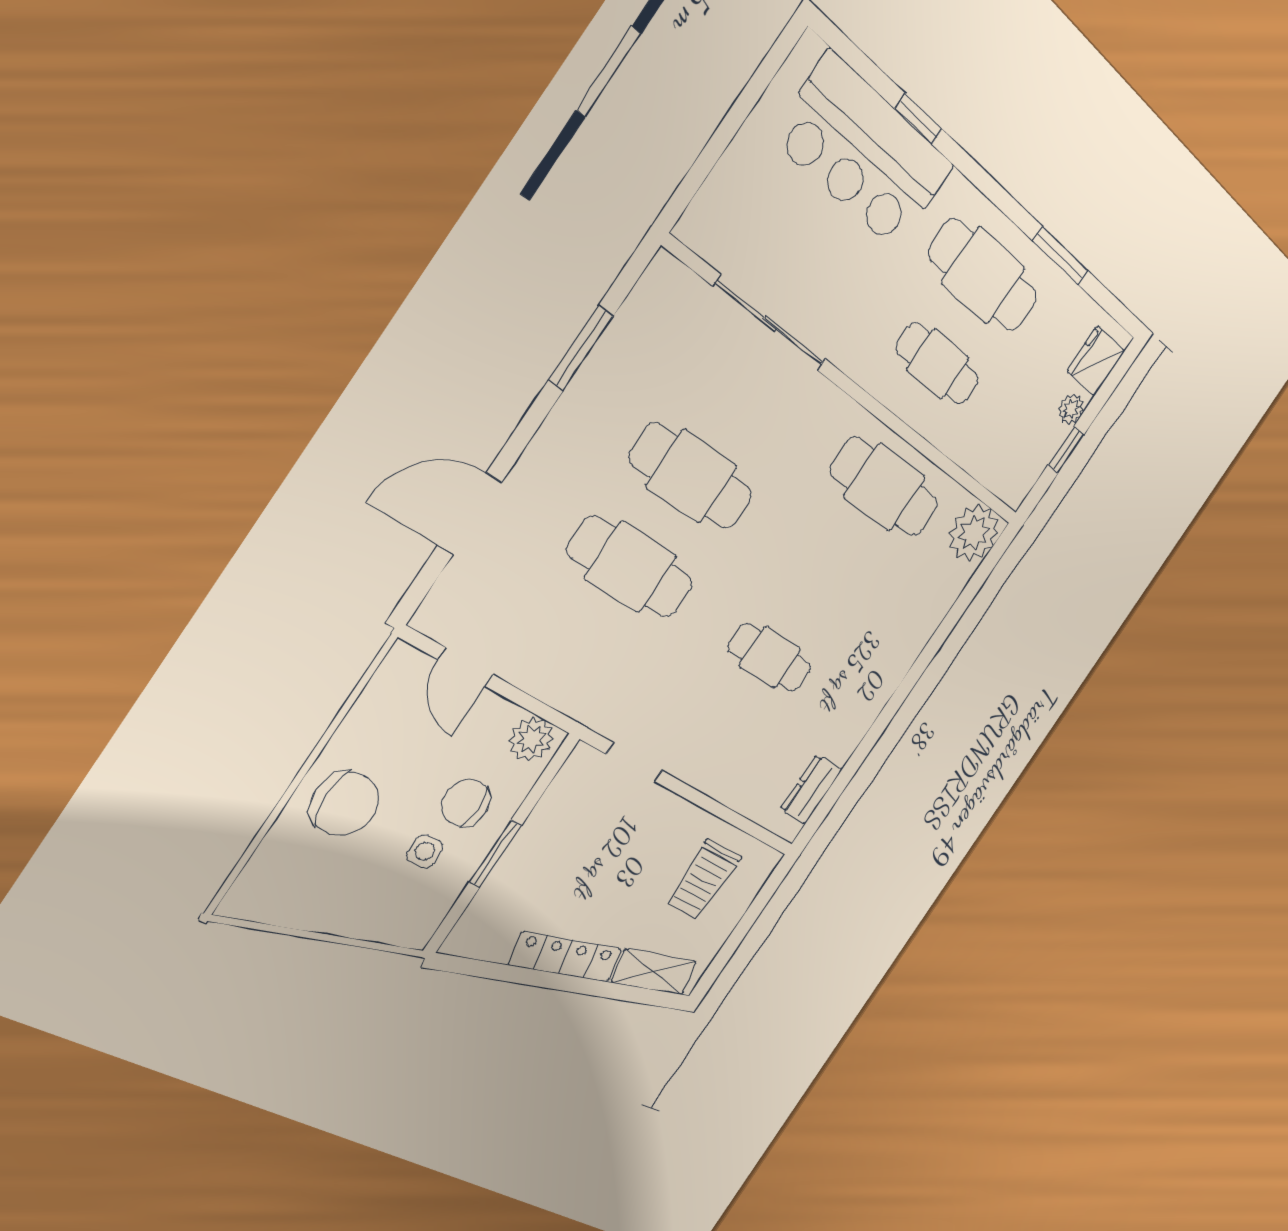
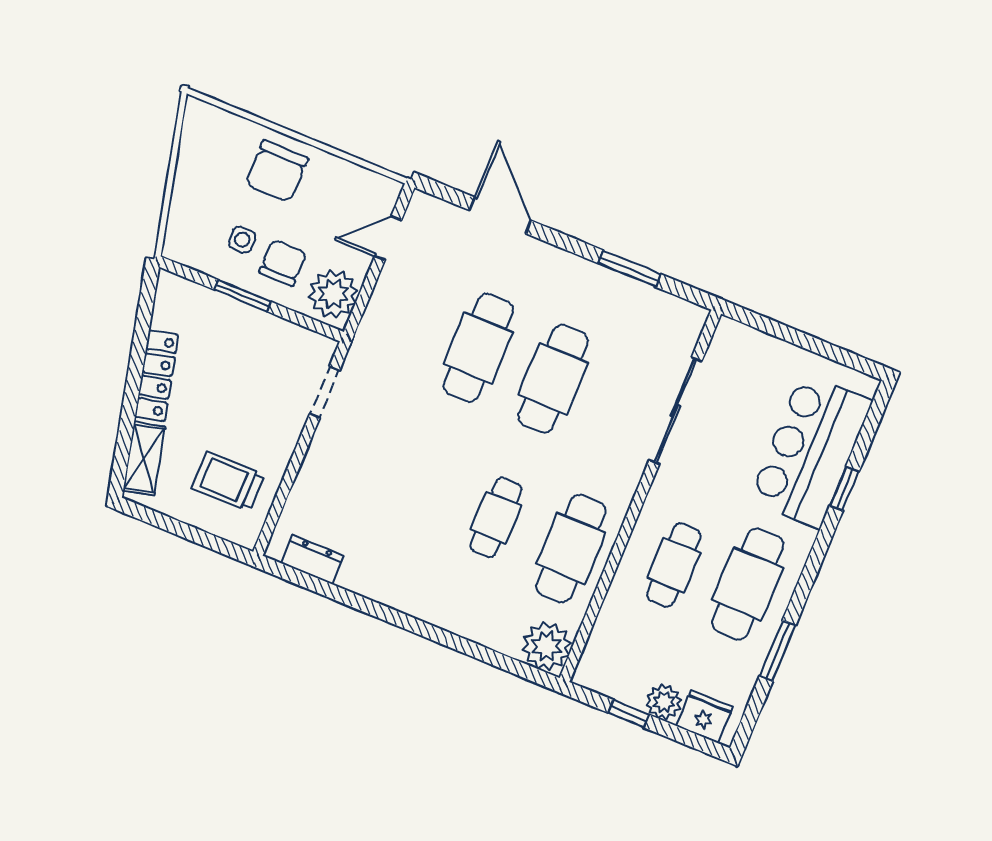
plant: (1071, 409) -> (664, 702), width x1.38, depth x1.38
cafe table: (770, 657) -> (496, 518), moved
plant: (531, 739) -> (333, 294), width x1.36, depth x1.36

